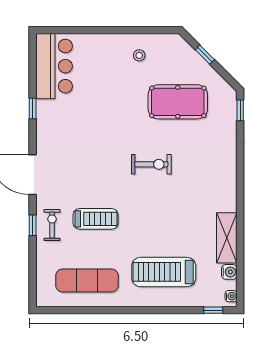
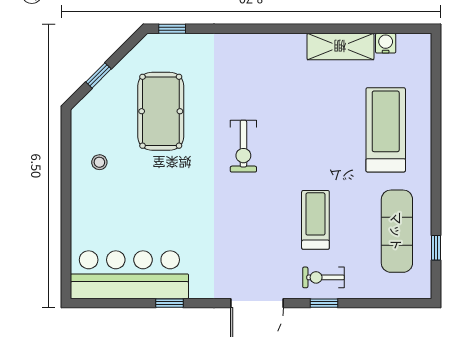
bar counter: (54, 66) -> (129, 275), width x1.36
exercise bike: (151, 164) -> (243, 146), turned 180
treadmill: (164, 272) -> (386, 130), turned 180
water cooler: (231, 296) -> (418, 41), removed
window: (213, 310) -> (436, 248), moved

